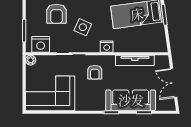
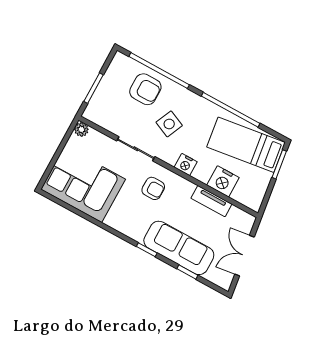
armchair: (56, 14) -> (145, 89), turned -90
nightstand: (41, 44) -> (223, 181), moved
tv unit: (135, 60) -> (211, 201), width x0.71
armchair: (95, 72) -> (153, 188), turned -90

